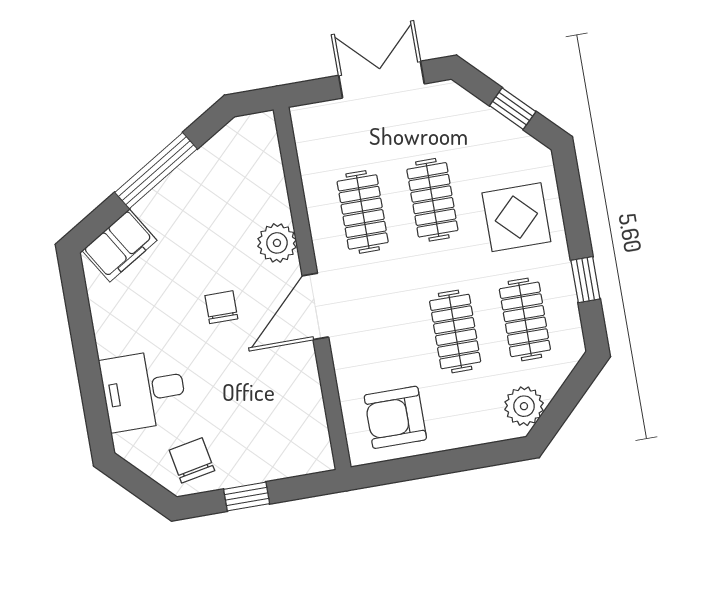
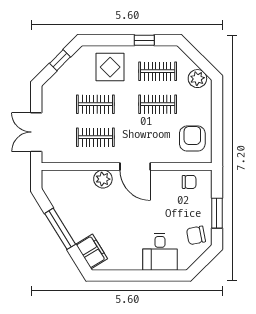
double door: (381, 80) -> (36, 132), moved
chair: (221, 307) -> (189, 182), moved, turned 180
armchair: (395, 417) -> (192, 139), turned 180
window: (247, 497) -> (217, 213), width x1.50

